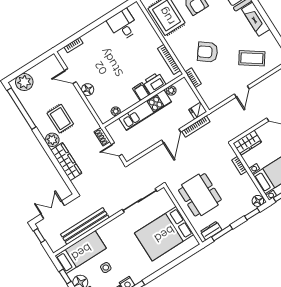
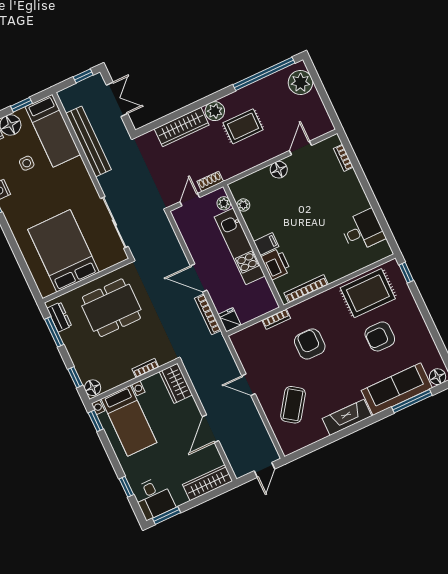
armchair: (208, 52) -> (310, 344), turned -37
plant: (171, 90) -> (224, 203), moved

